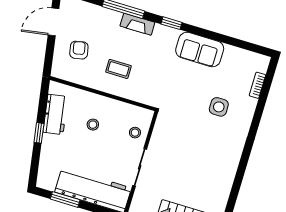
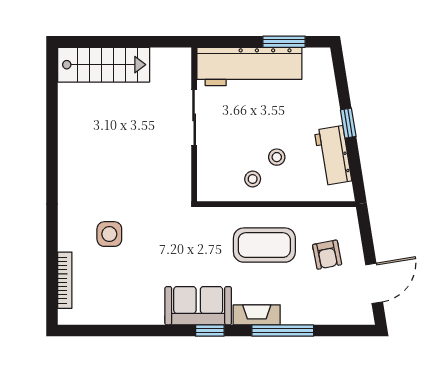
sofa: (200, 50) -> (198, 306), moved
coffee table: (119, 69) -> (264, 245), width x1.86, depth x1.72
bookcase: (257, 85) -> (65, 280), width x1.56
stool: (135, 133) -> (253, 179), moved

